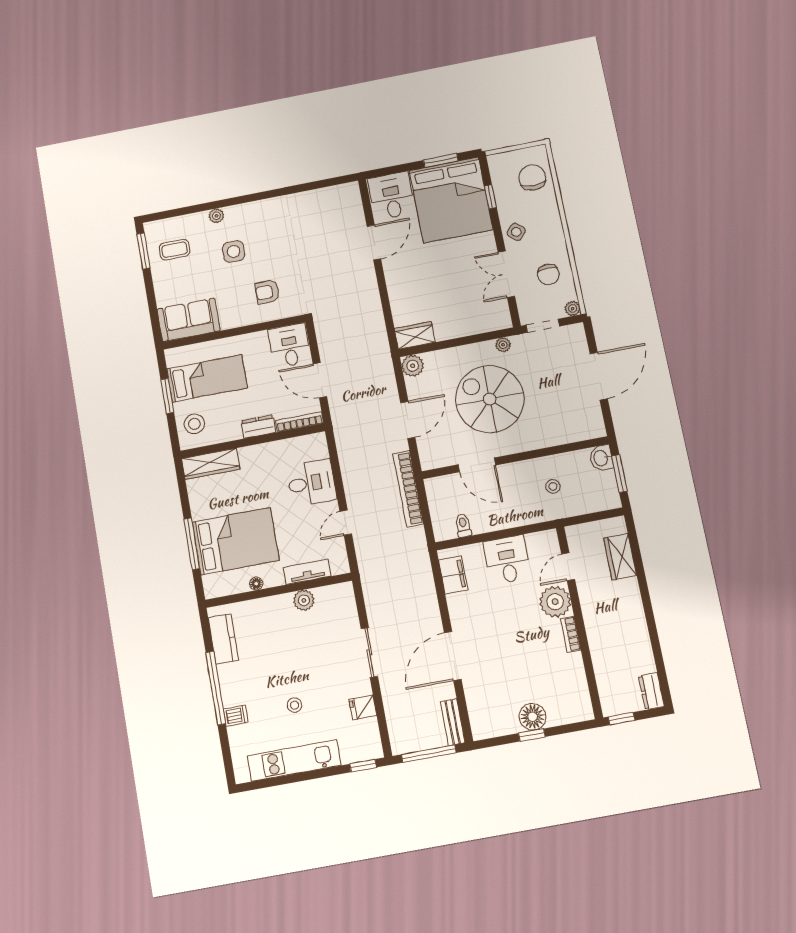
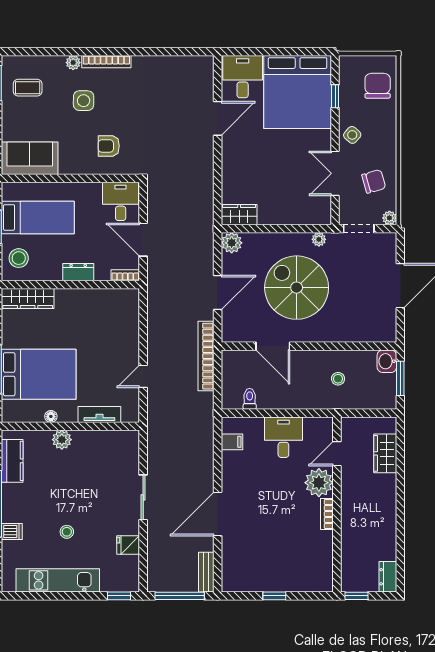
window: (441, 160) -> (295, 52), removed
bookcase: (250, 208) -> (106, 62), added
chair: (548, 274) -> (374, 181), turned -106
bookcase: (300, 422) -> (125, 275), width x0.64
desk: (311, 483) -> (118, 334), removed
filing cabinet: (453, 575) -> (232, 442), width x0.50
plant: (304, 600) -> (62, 440), moved
floor lamp: (533, 717) -> (278, 580), removed

